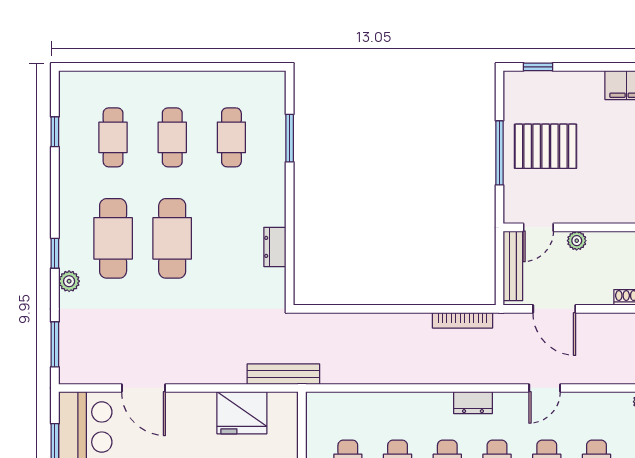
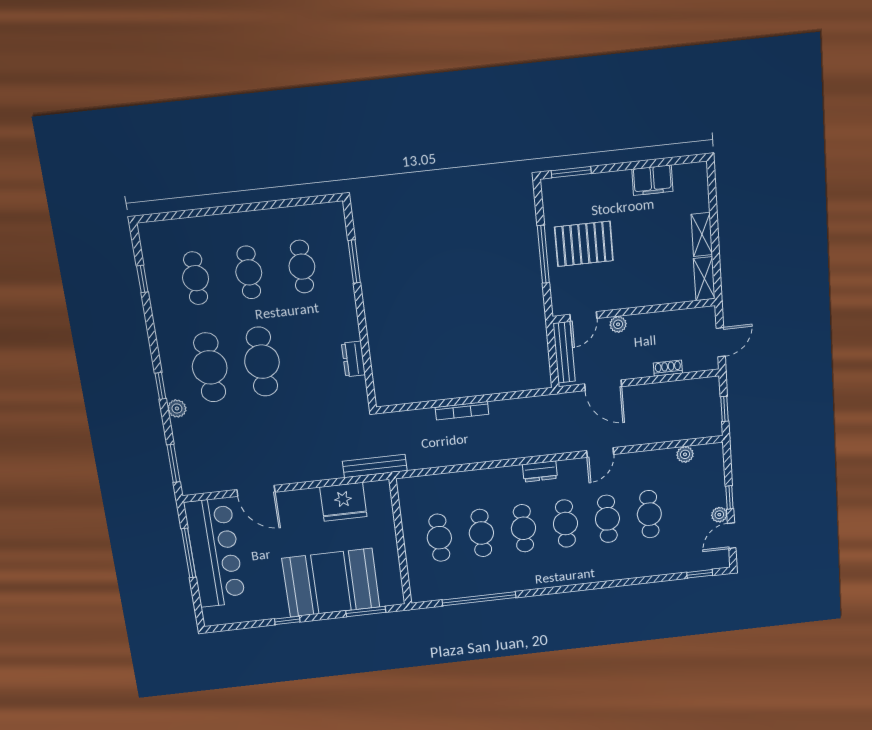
window: (538, 67) -> (571, 172), width x1.50
bookcase: (462, 320) -> (462, 411), moved

